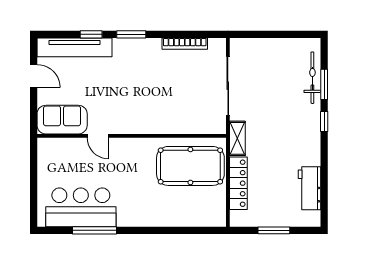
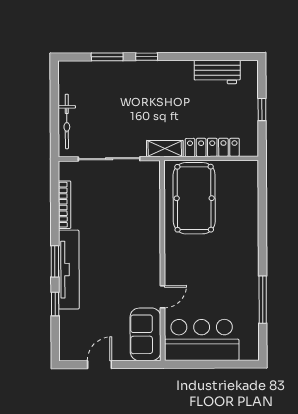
tv unit: (74, 47) -> (69, 270), moved
bicycle: (312, 78) -> (67, 121), moved, turned -90
bar counter: (81, 207) -> (202, 340), moved, turned 90
window: (274, 230) -> (262, 110), width x0.67

